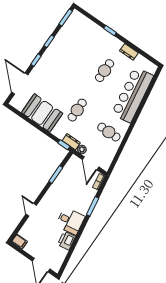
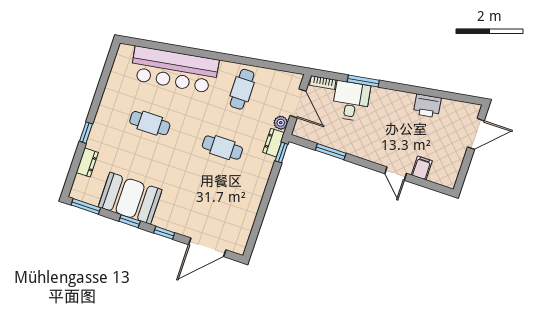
dresser: (129, 52) -> (87, 162), moved
booth: (42, 113) -> (130, 198), moved, turned 90
door: (91, 163) -> (298, 103), hinge flipped
door: (31, 210) -> (396, 174), hinge flipped
desk: (70, 221) -> (351, 101), moved
filing cabinet: (20, 242) -> (422, 168), moved

